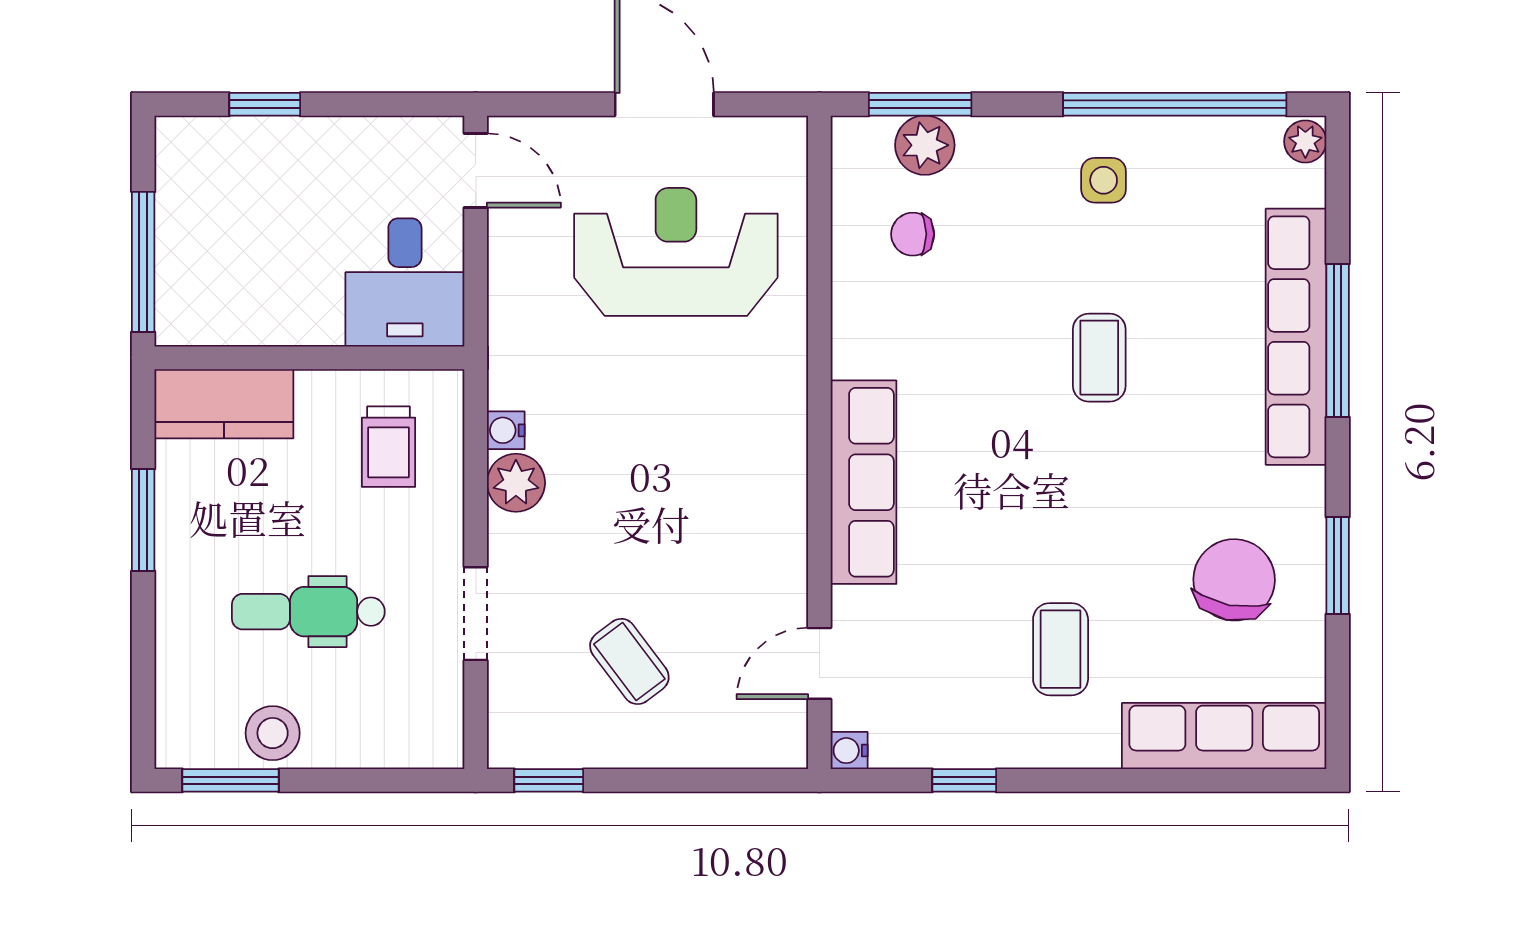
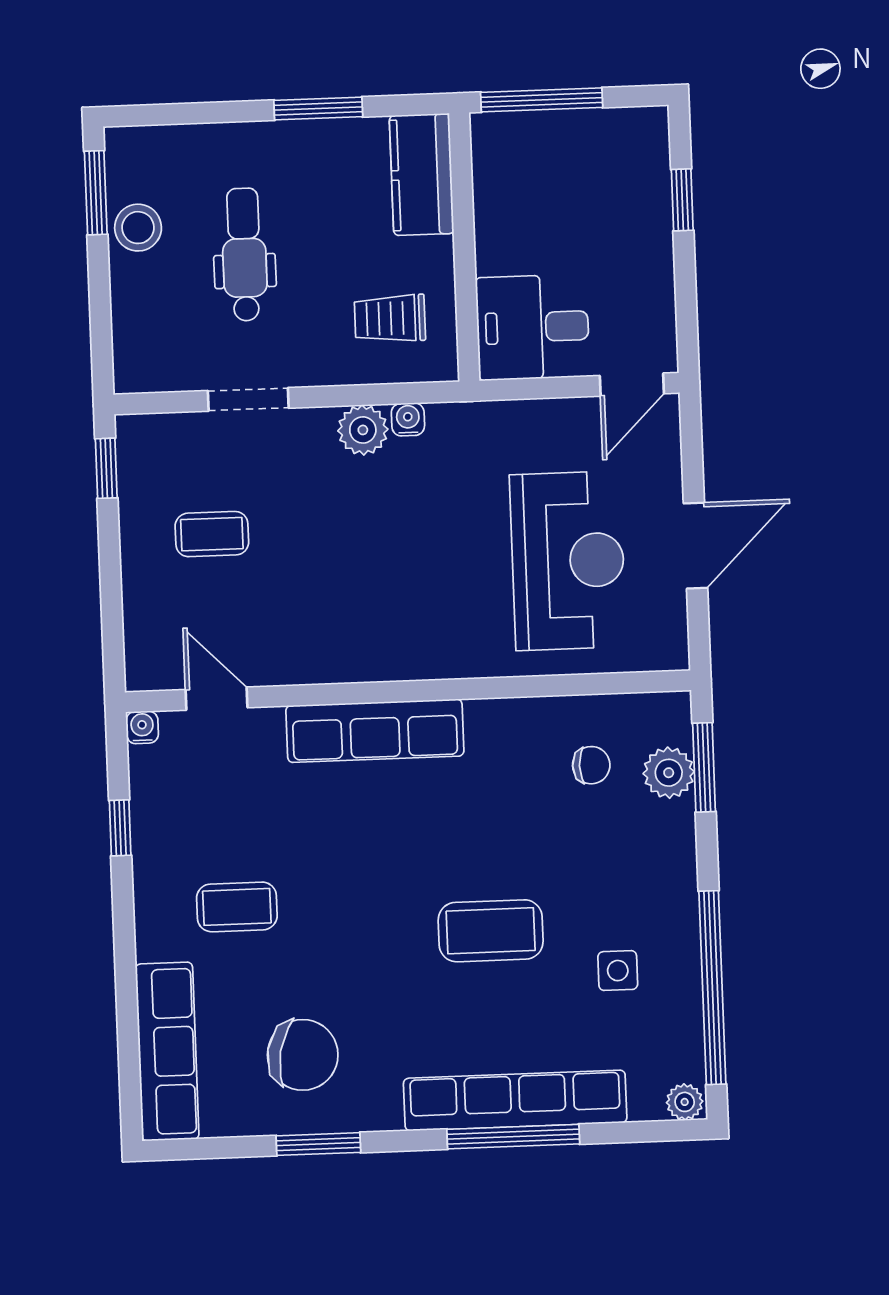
side table: (1104, 180) -> (618, 971), moved
chair: (913, 234) -> (591, 765), turned 90
coffee table: (1099, 358) -> (491, 931), width x1.36, depth x1.30
coffee table: (629, 661) -> (212, 534), turned 37

